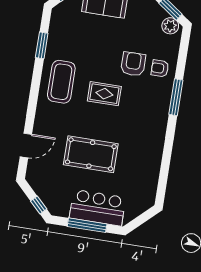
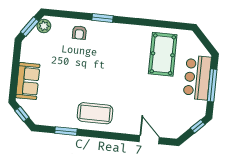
armchair: (133, 64) -> (77, 55), removed
rug: (104, 94) -> (103, 77), removed
window: (176, 97) -> (102, 18), width x0.69
pool table: (91, 154) -> (163, 54), moved

